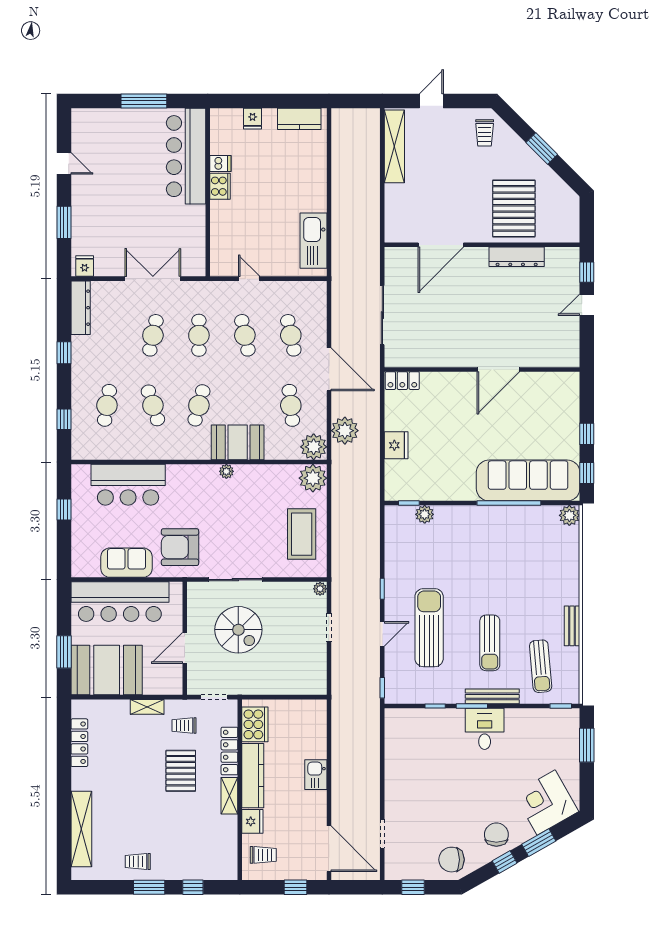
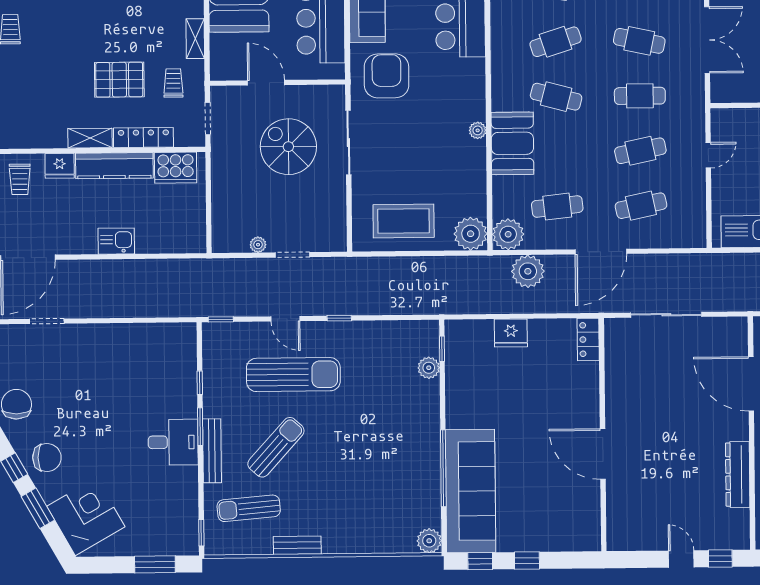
plant: (320, 589) -> (258, 245), moved
spiral stairs: (238, 630) -> (288, 147), turned 90
sun lounger: (490, 643) -> (276, 447), turned 132

